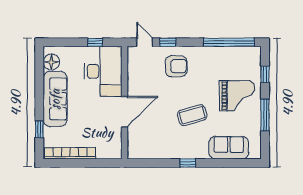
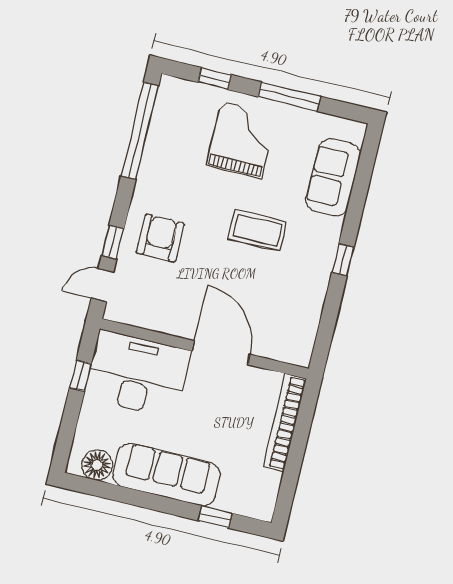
coffee table: (192, 115) -> (257, 230), turned -74
bookcase: (70, 153) -> (285, 423), moved

